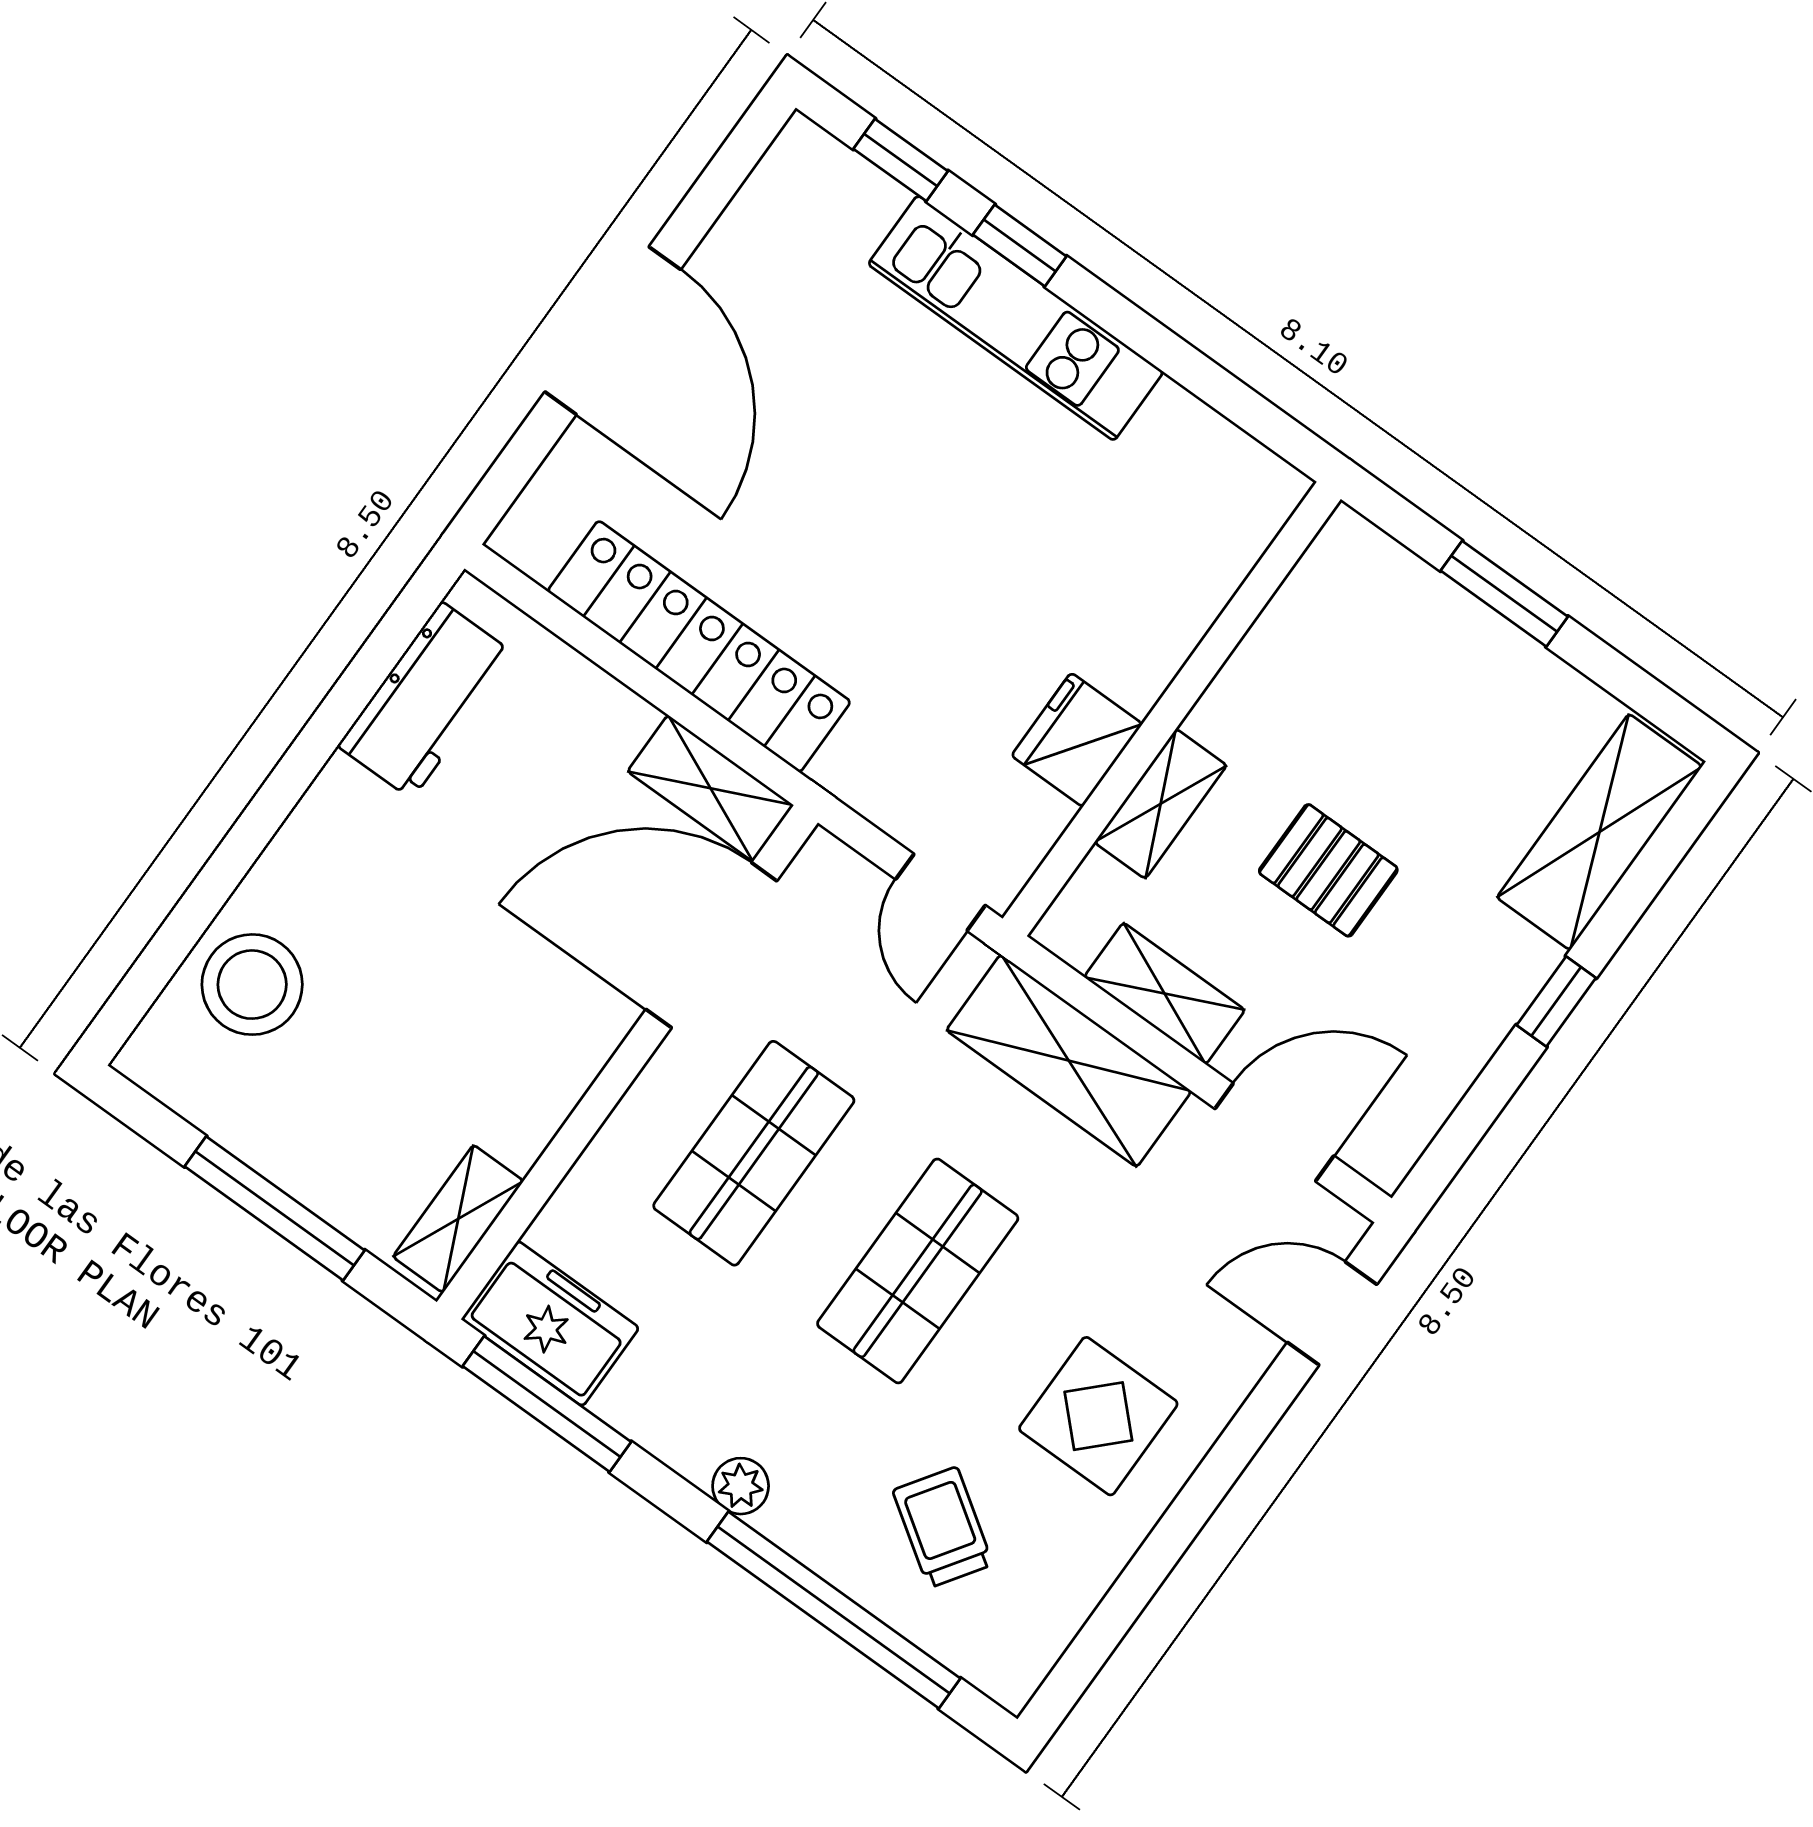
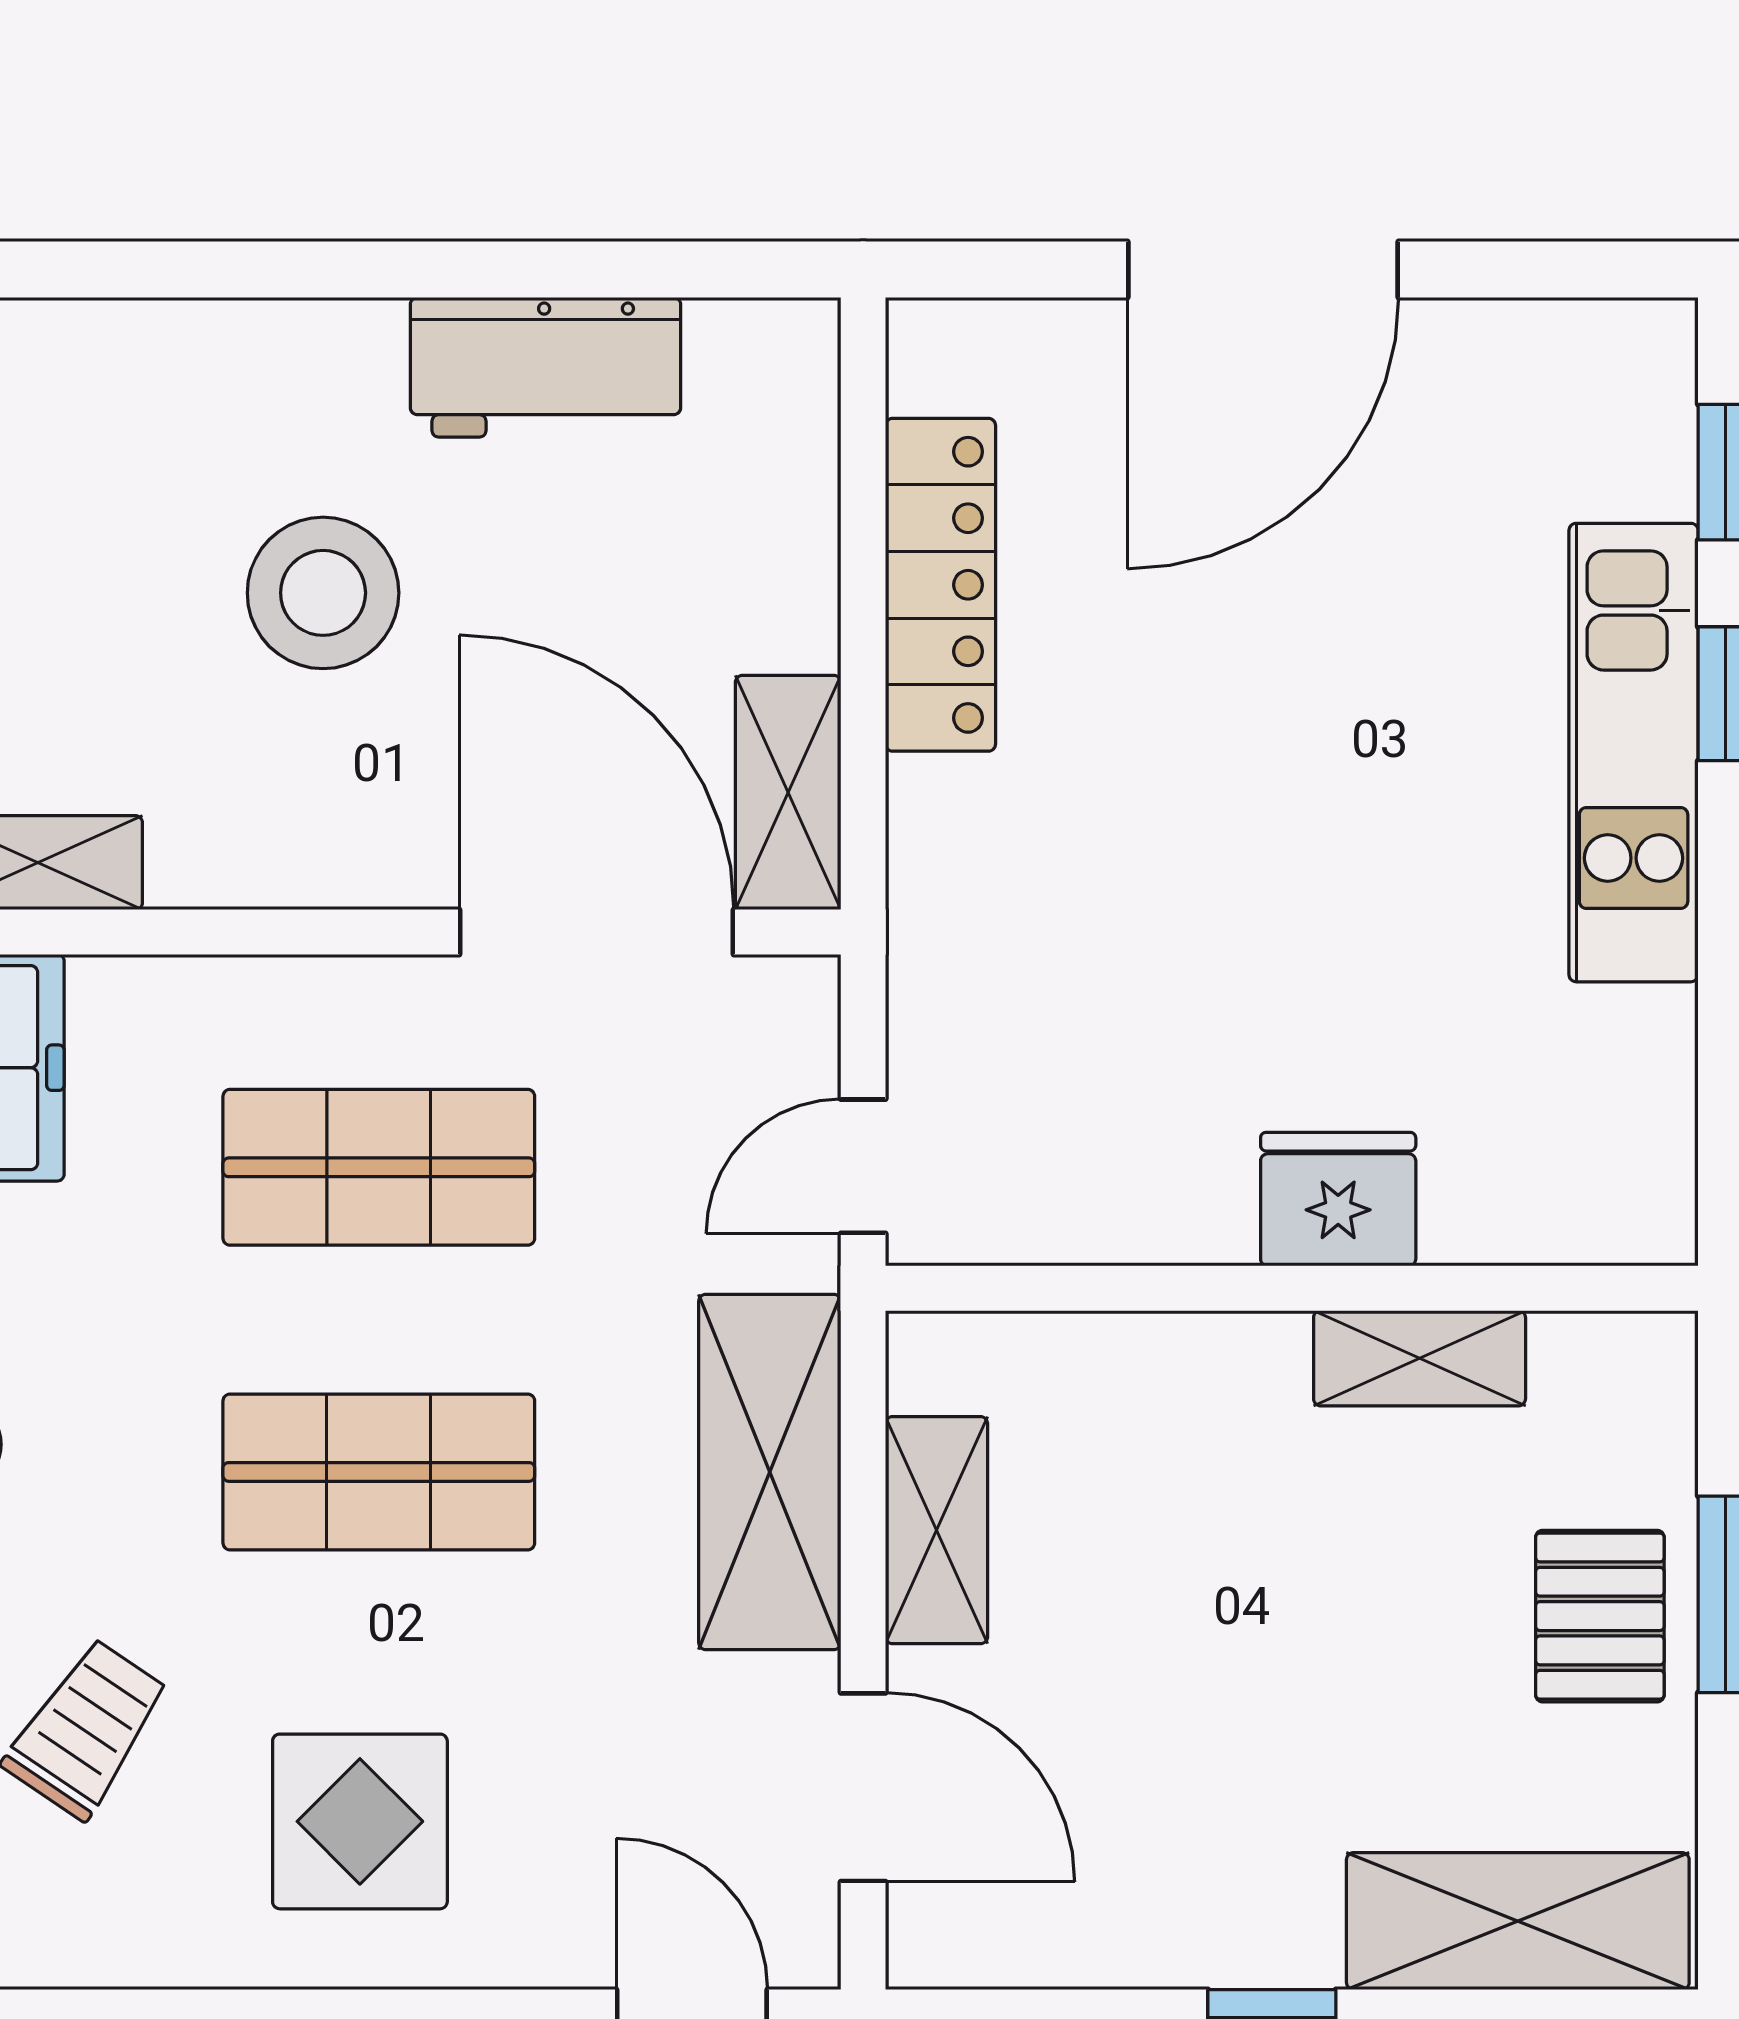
locker: (699, 646) -> (940, 585), width x0.71, depth x0.83
workbench: (427, 700) -> (545, 367), moved
fridge: (1077, 740) -> (1338, 1199), moved
shelving: (1161, 804) -> (1420, 1358), moved
pallet: (1328, 870) -> (1600, 1616), moved
stool: (252, 985) -> (323, 593), moved

